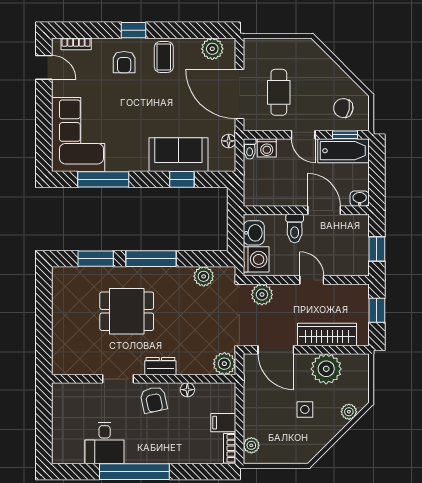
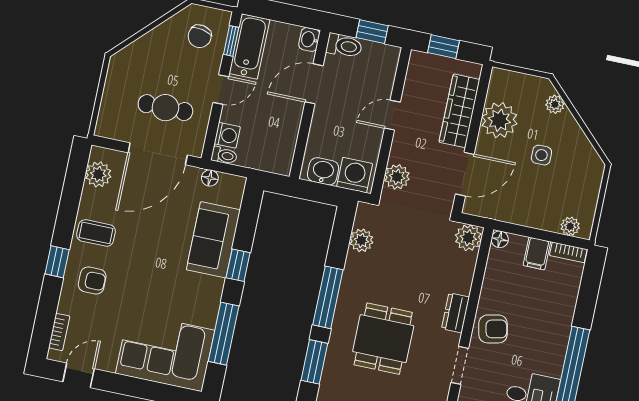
window: (182, 179) -> (238, 265), moved
toilet: (295, 228) -> (344, 46), moved
floor lamp: (187, 390) -> (500, 239), moved

